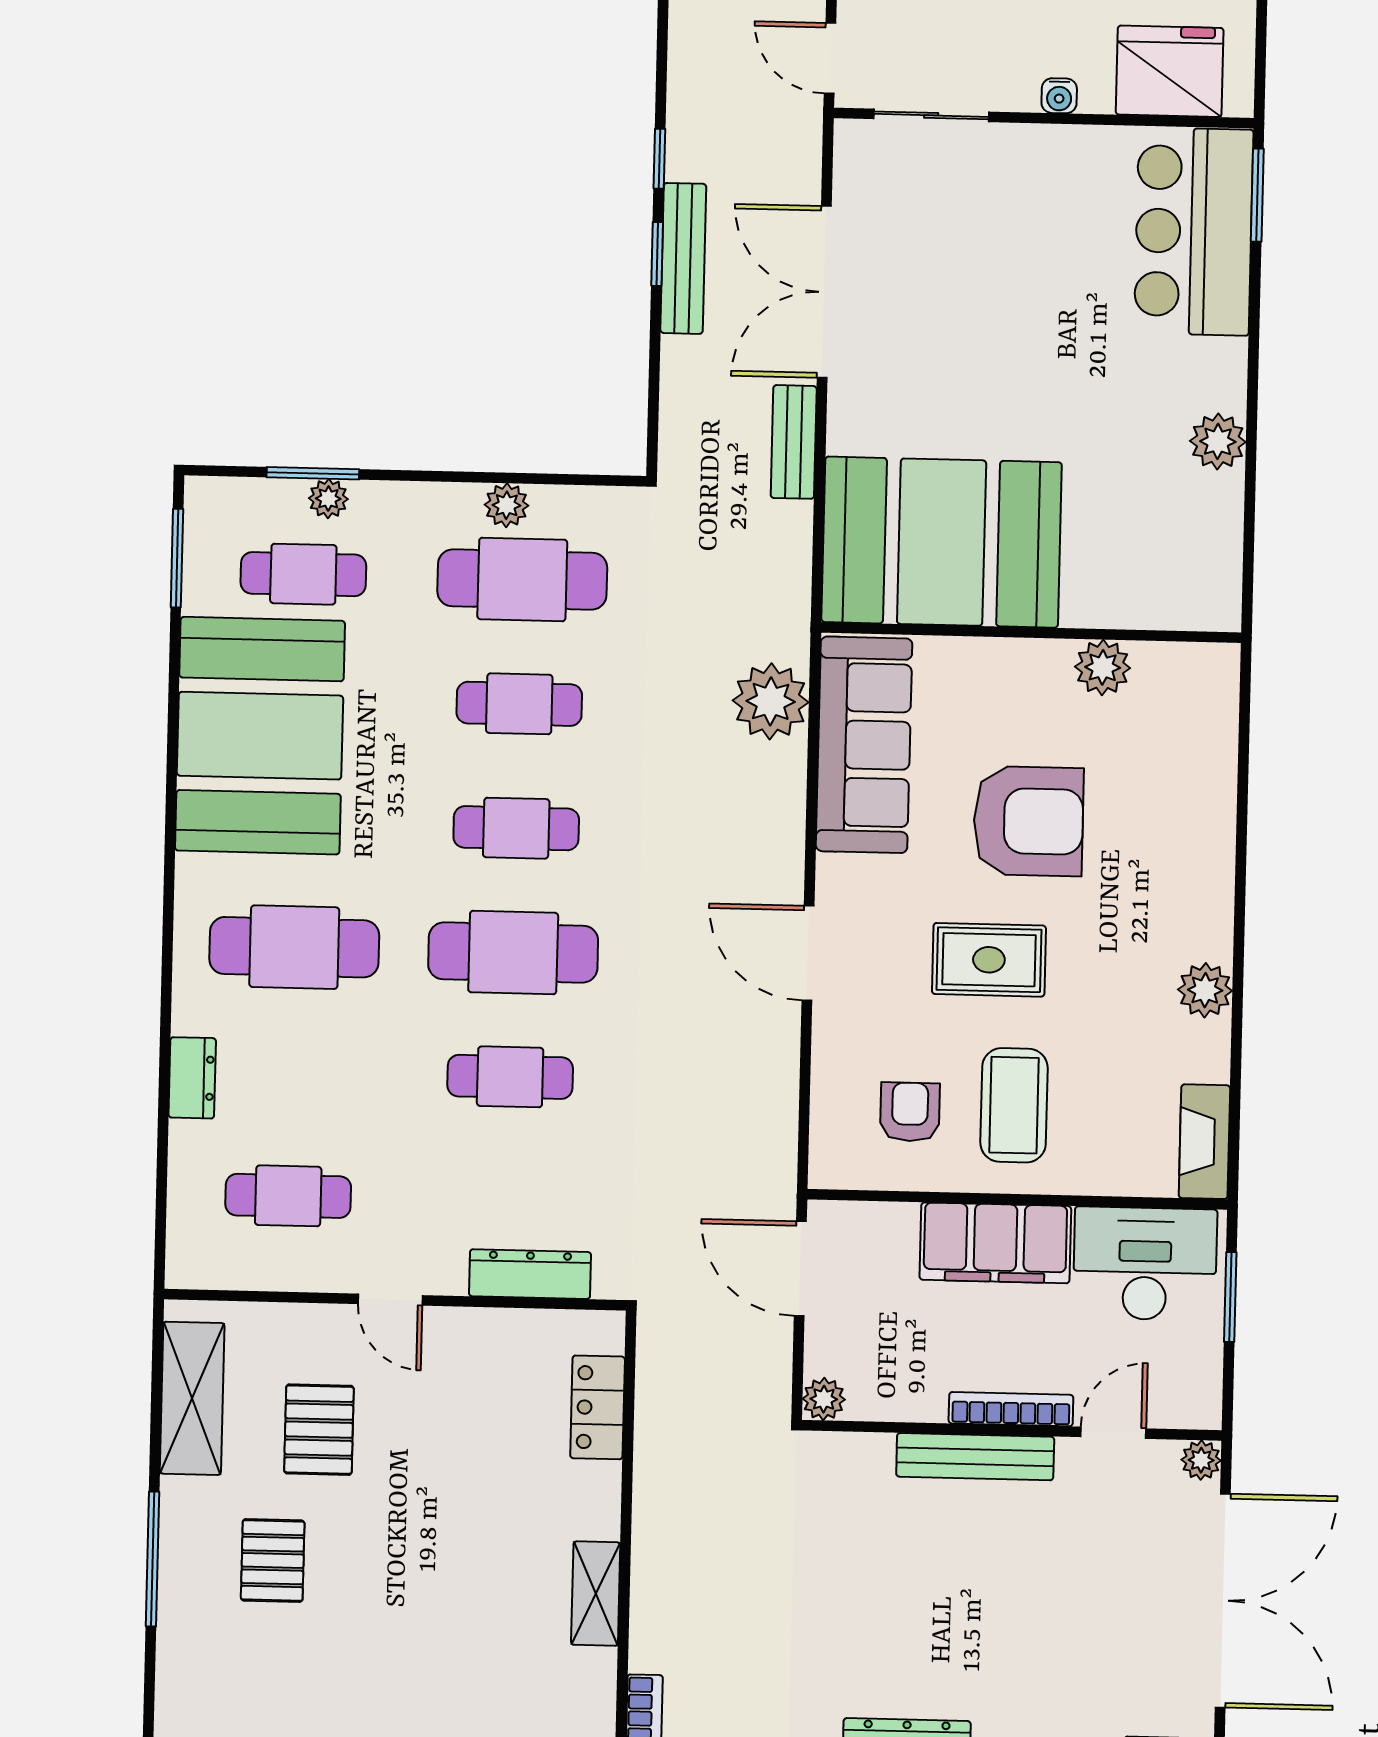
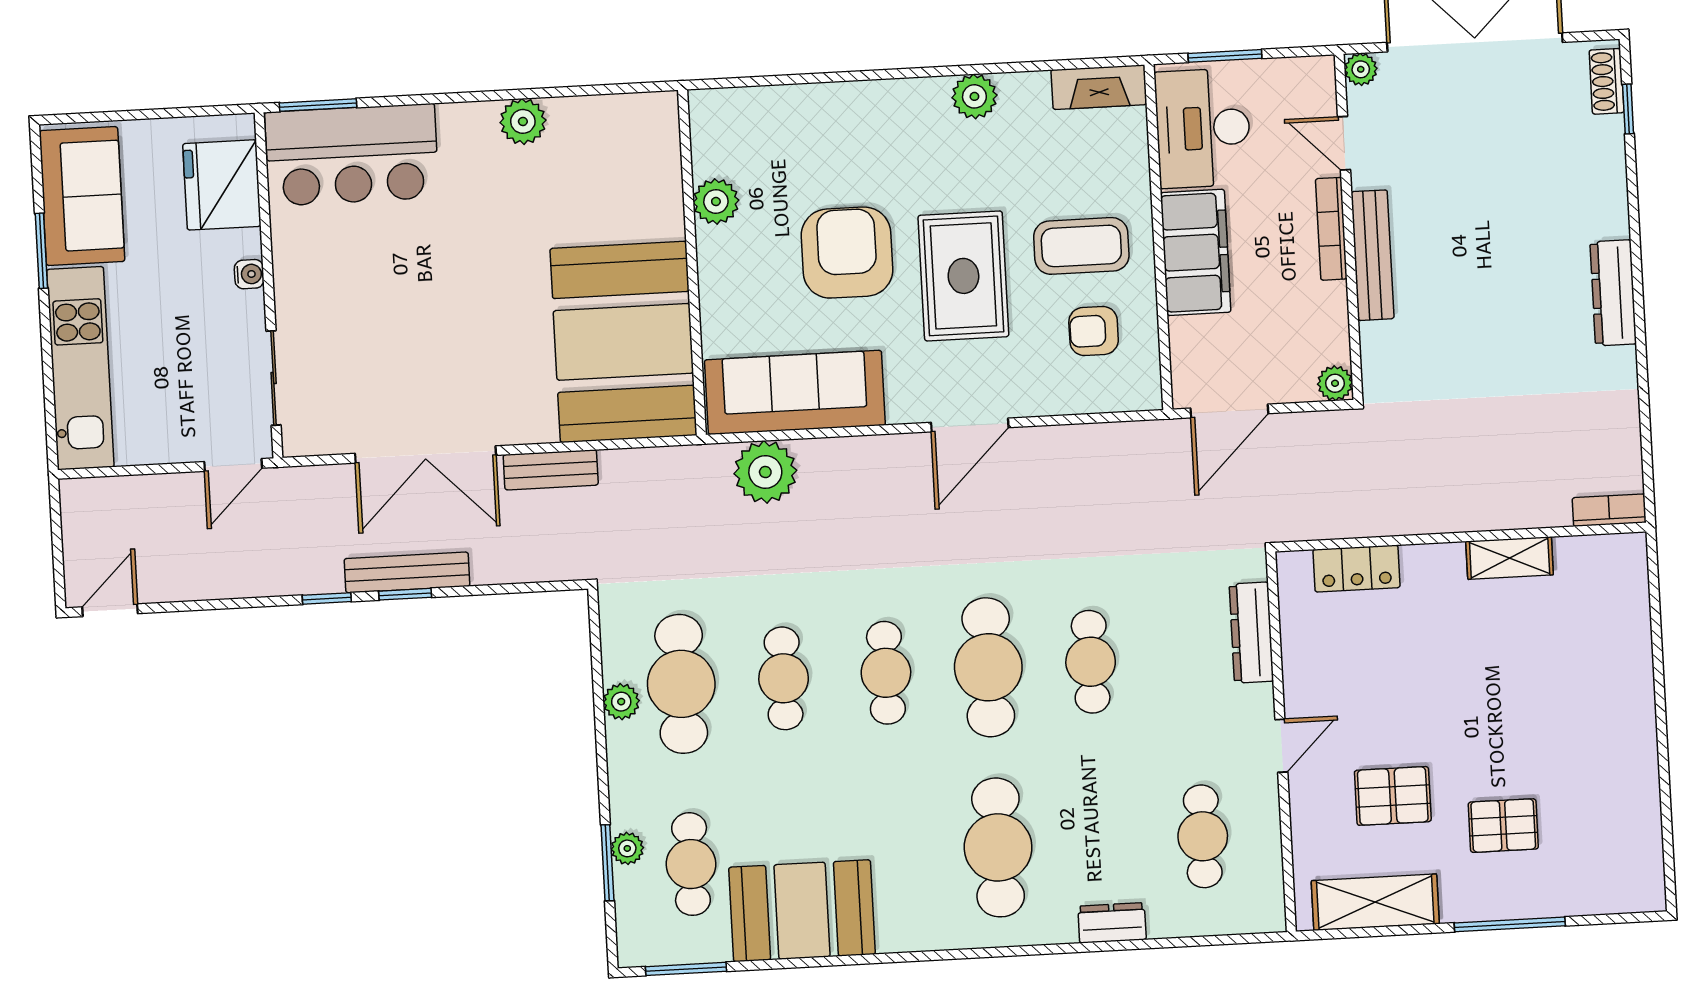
booth: (260, 736) -> (802, 911), width x0.73, depth x0.70
rug: (989, 960) -> (963, 276), width x1.36, depth x1.43

